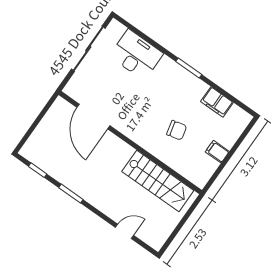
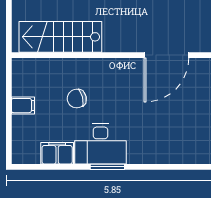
desk: (136, 55) -> (100, 144), moved
door: (93, 116) -> (166, 55), swing flipped

